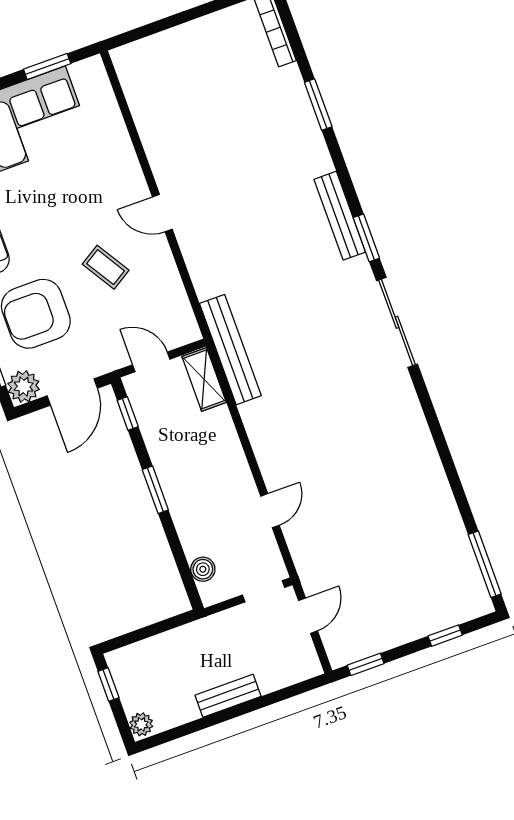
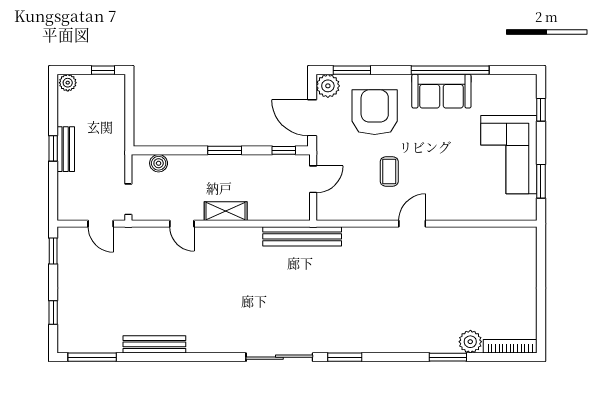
plant: (288, 83) -> (470, 342), added
bench: (340, 216) -> (154, 344), moved
coffee table: (106, 267) -> (389, 171), turned -58
shelving: (204, 379) -> (226, 211), moved
window: (233, 712) -> (53, 148), added

